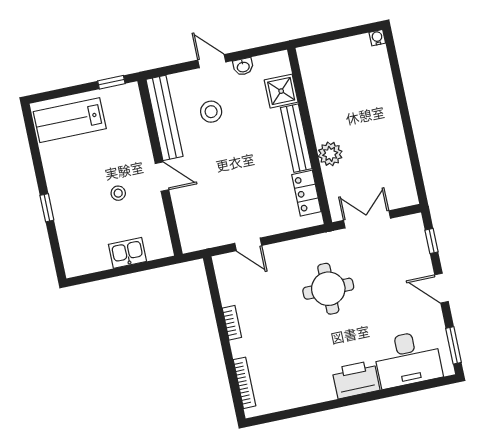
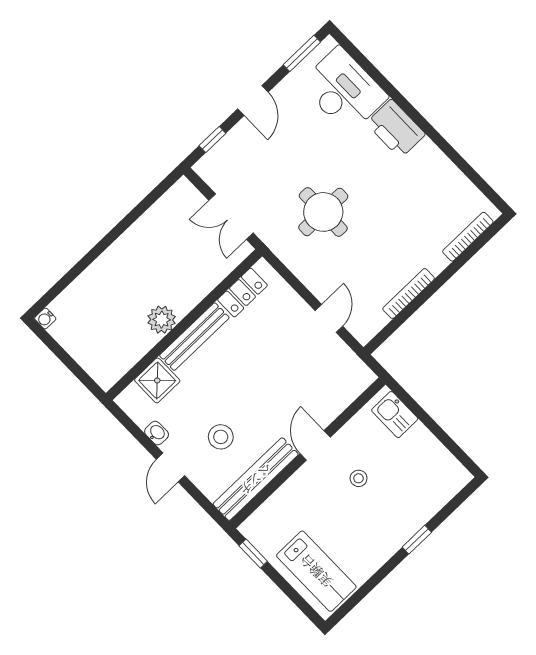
plant: (330, 154) -> (162, 320), moved
kitchen sink: (127, 253) -> (395, 415), moved
bookcase: (232, 323) -> (409, 294), width x1.56

